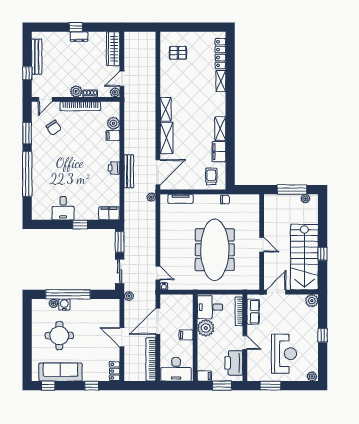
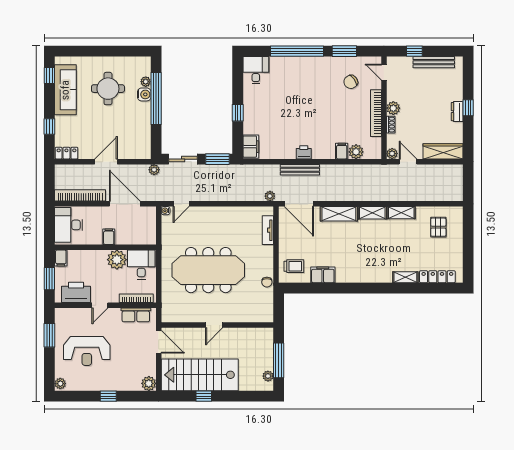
shelving: (220, 129) -> (401, 213), moved
desk: (63, 208) -> (256, 70), moved, turned 90

